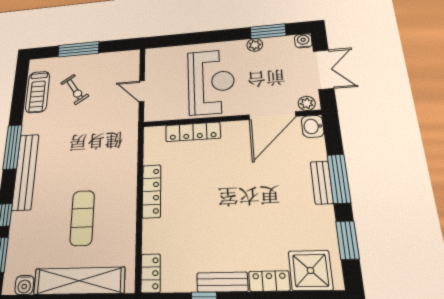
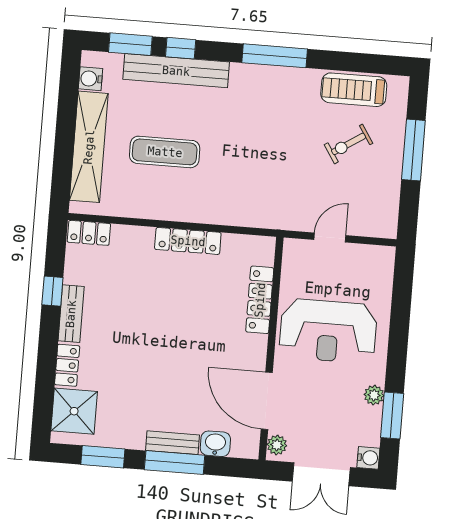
washbasin: (313, 126) -> (215, 444), moved
bench: (25, 172) -> (176, 71), moved

